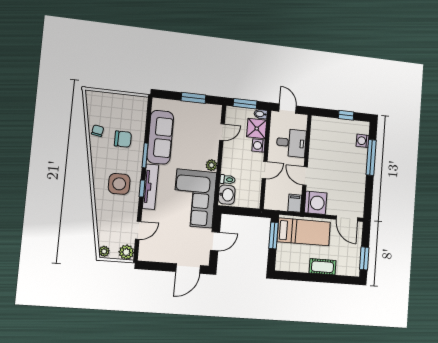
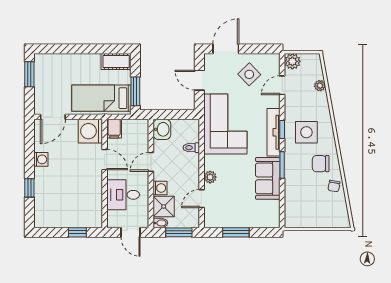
window: (346, 115) -> (77, 232), moved
sofa: (160, 137) -> (268, 178), width x0.73
chair: (123, 139) -> (321, 164), moved
washing machine: (363, 141) -> (41, 159), moved
window: (371, 157) -> (29, 188), width x0.46
plant: (211, 165) -> (210, 177), moved
washbasin: (227, 195) -> (162, 129), moved, turned 180
door: (347, 219) -> (53, 117), swing flipped
door: (215, 241) -> (199, 80), hinge flipped
side table: (168, 243) -> (249, 74), added
plant: (104, 251) -> (320, 86), moved
cot: (322, 267) -> (116, 61), moved

